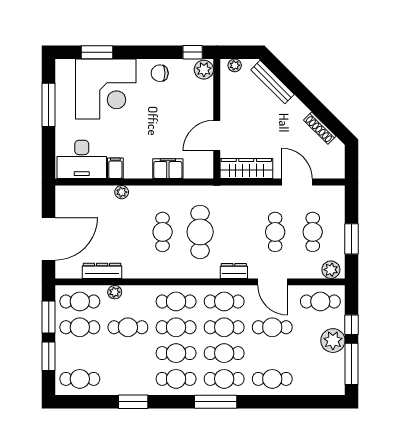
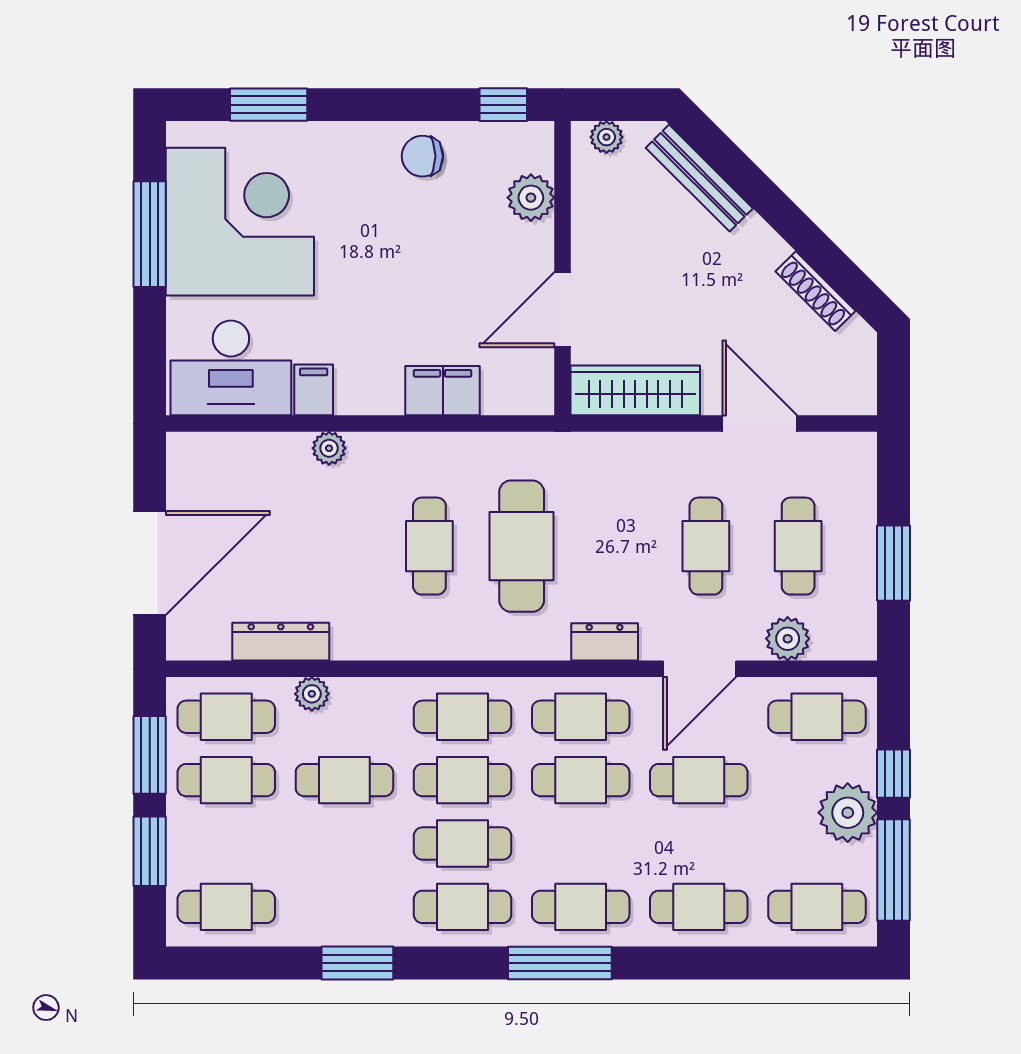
plant: (204, 70) -> (531, 198), moved
corner desk: (106, 89) -> (240, 222), moved, turned -90
plant: (331, 270) -> (788, 639), moved
door: (273, 282) -> (700, 669), hinge flipped
cafe table: (224, 353) -> (817, 907), moved

